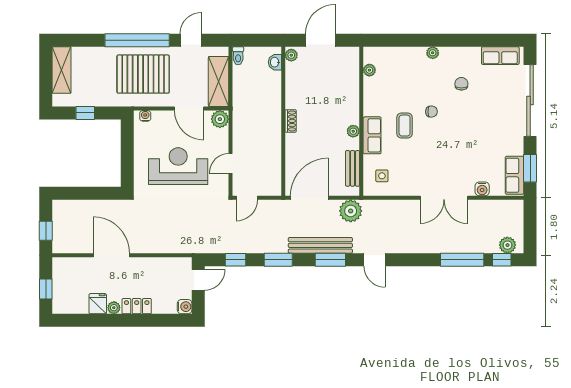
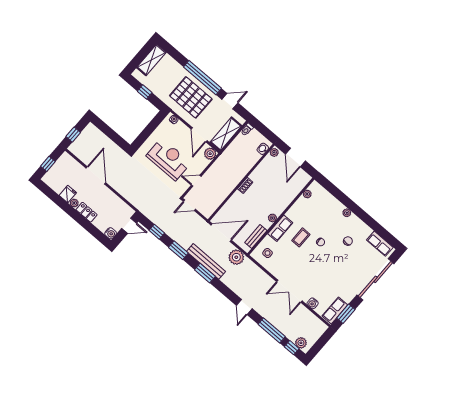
door: (320, 40) -> (295, 158), swing flipped
door: (374, 260) -> (244, 307), moved

